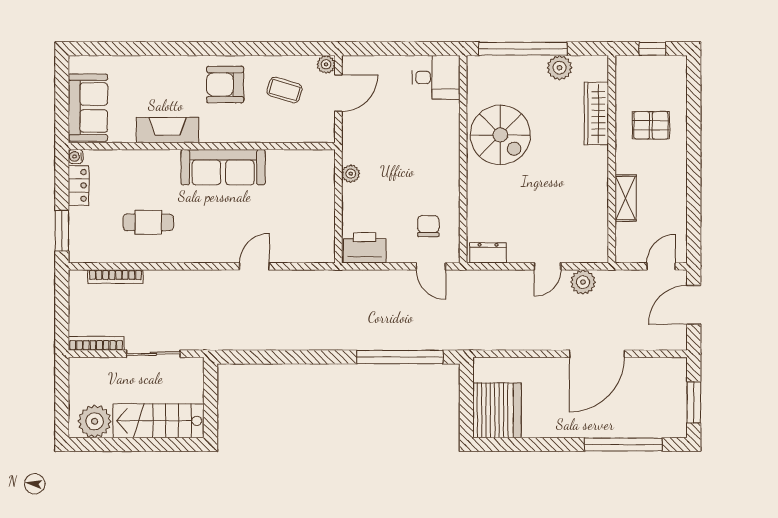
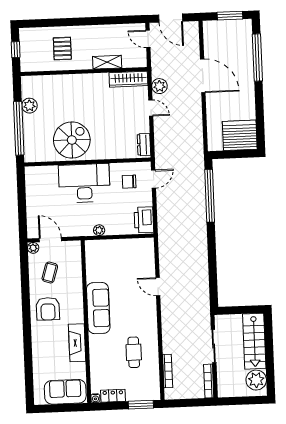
desk: (436, 77) -> (84, 183), moved, width x1.87, depth x1.30
wardrobe: (596, 114) -> (128, 79), moved

